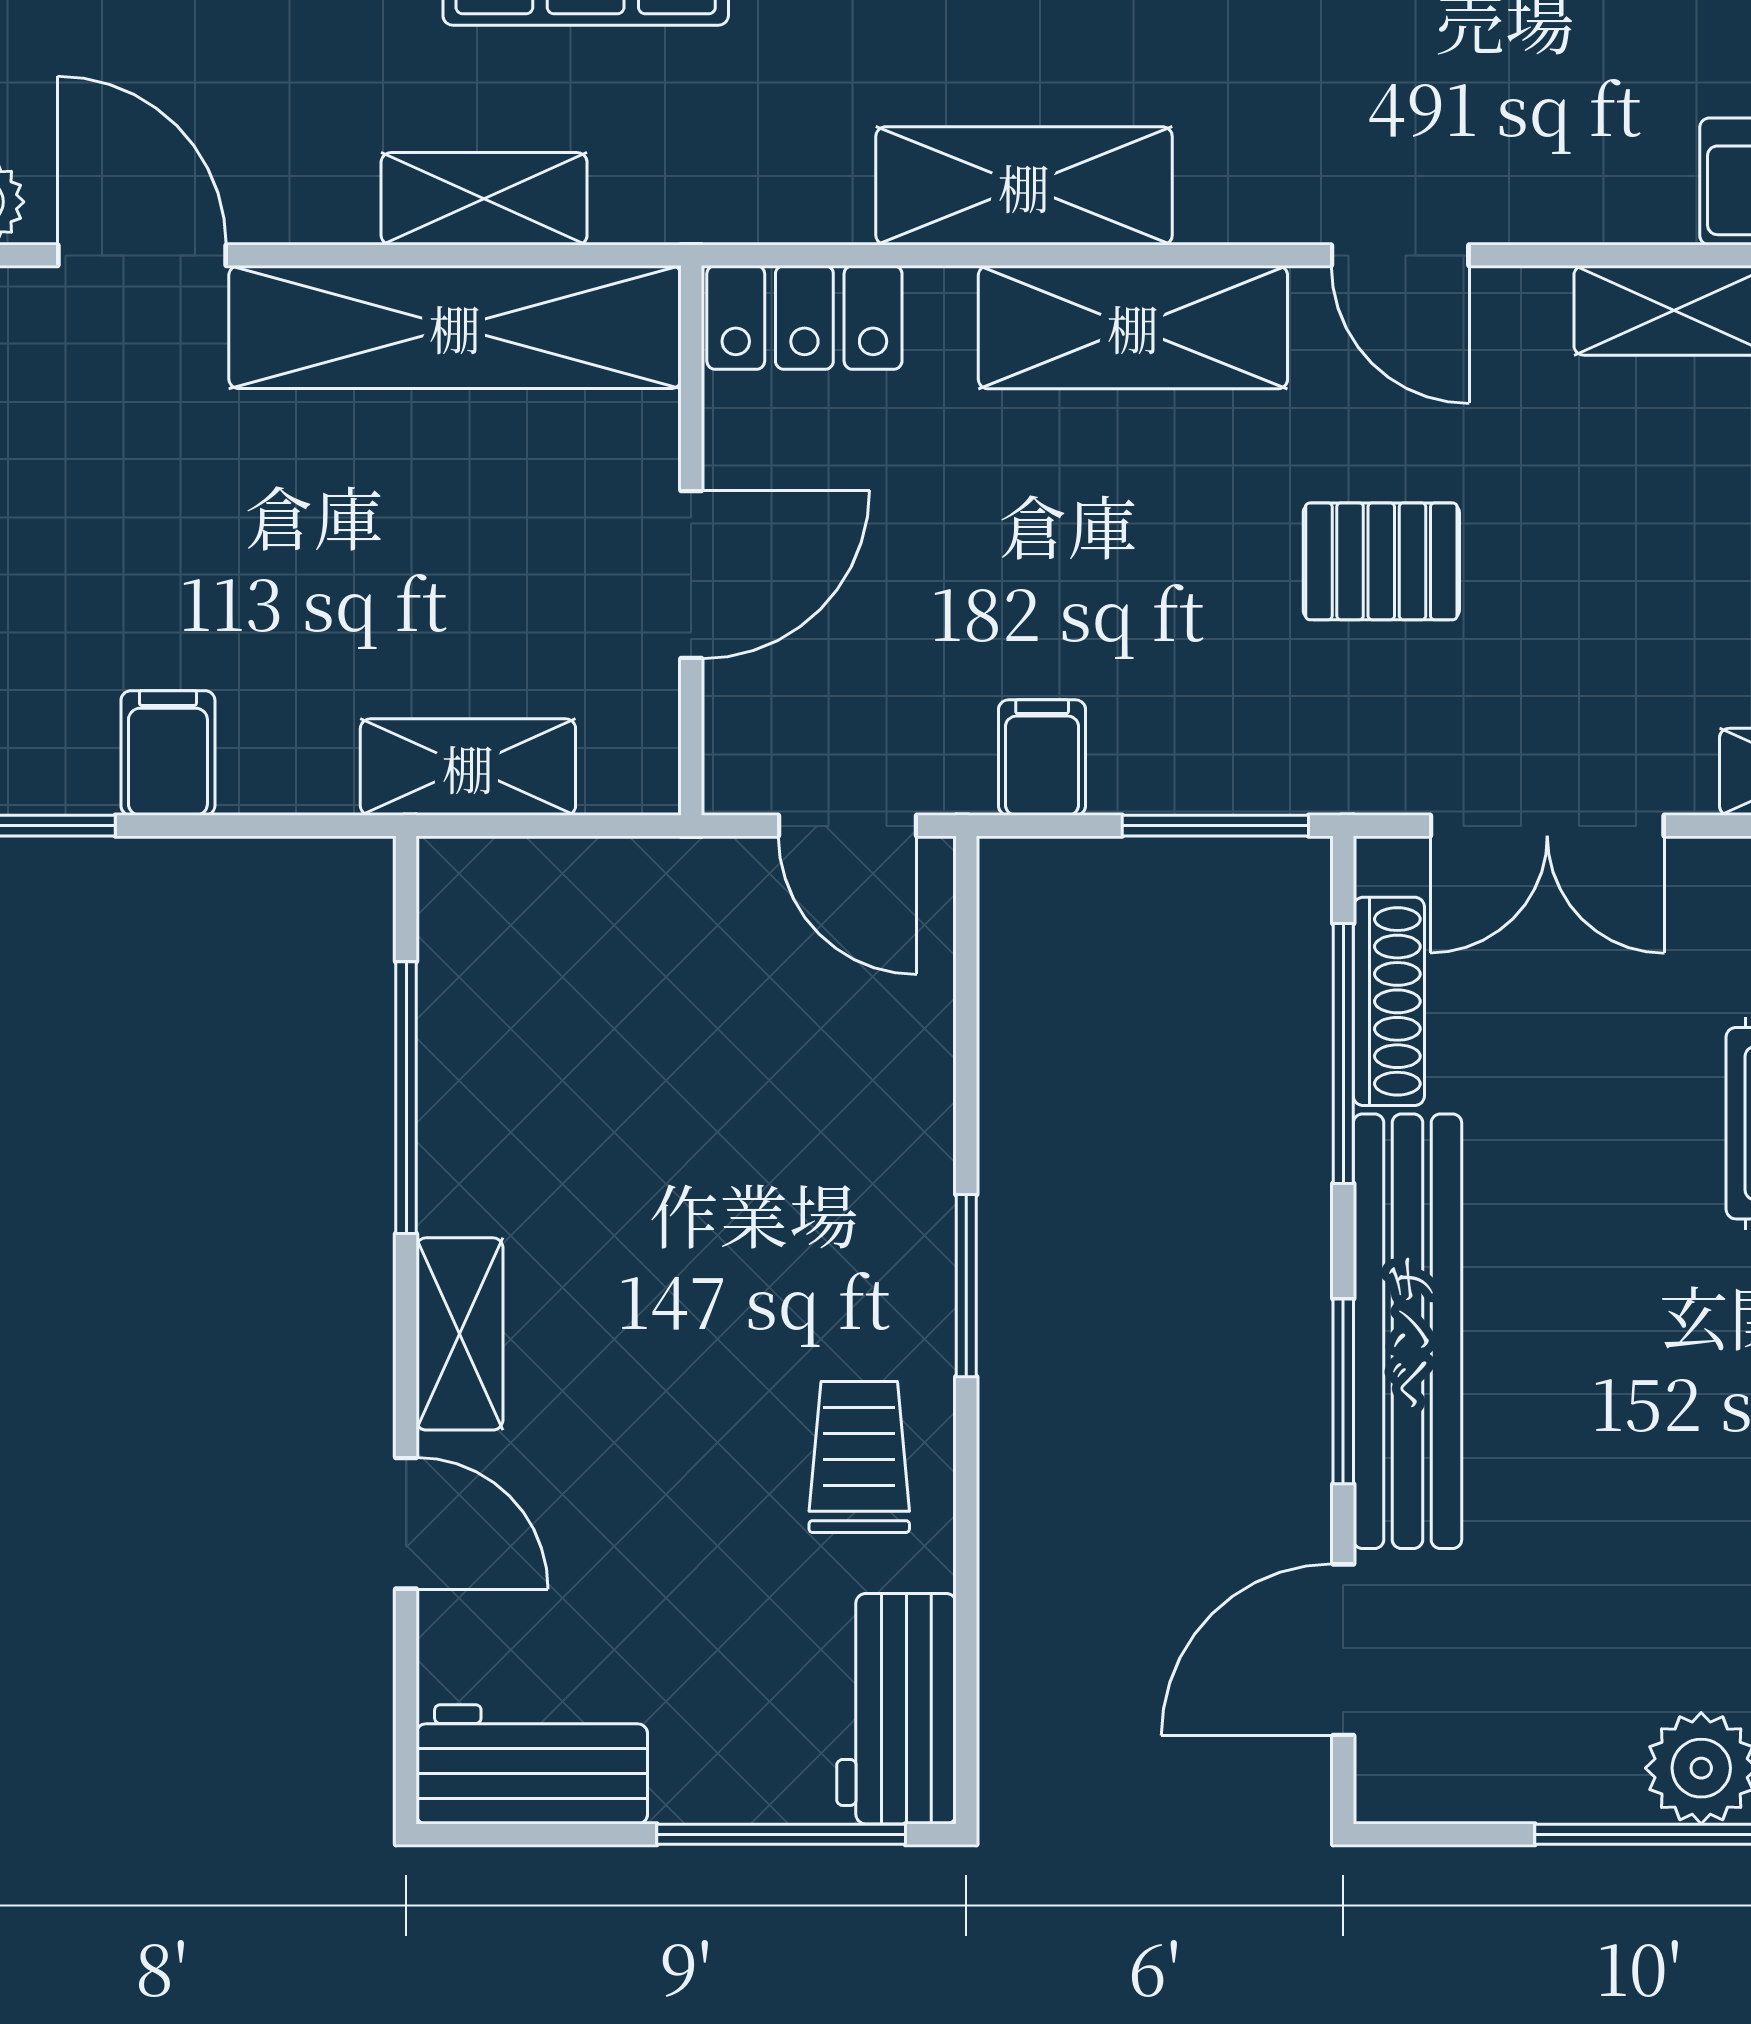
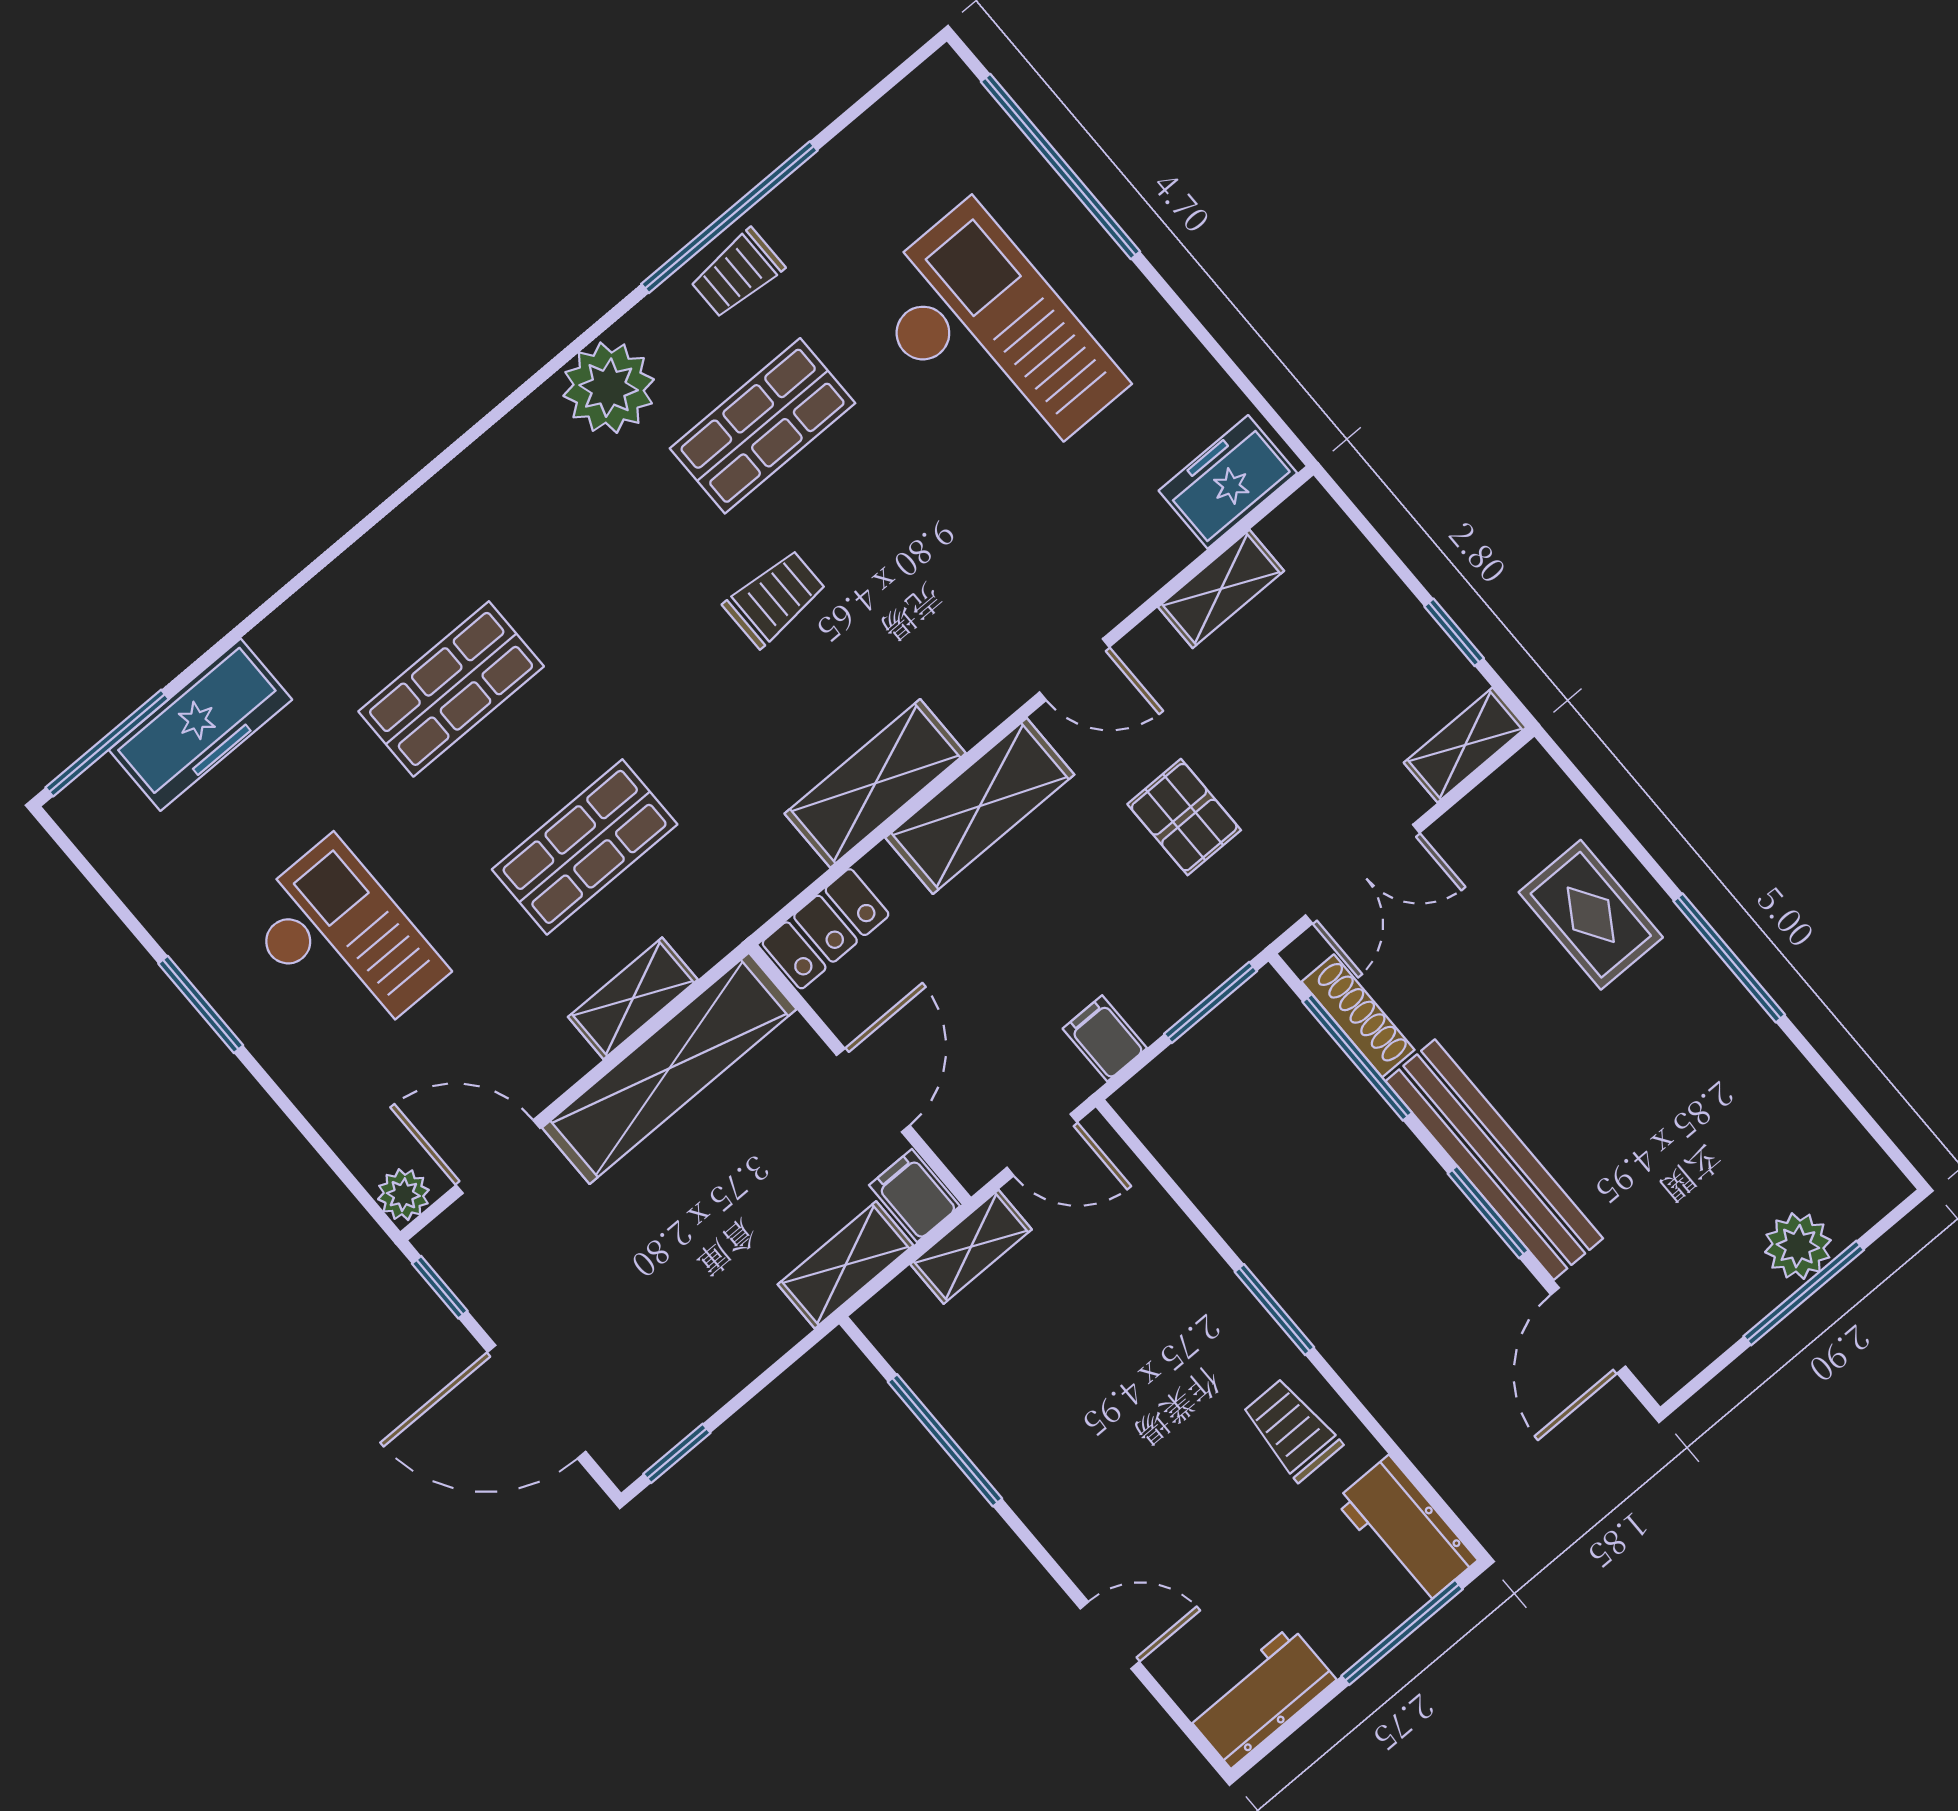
pallet: (1381, 561) -> (1184, 817), turned 90
filing cabinet: (168, 753) -> (914, 1196), moved
shelving: (459, 1334) -> (971, 1247), moved, turned 90

